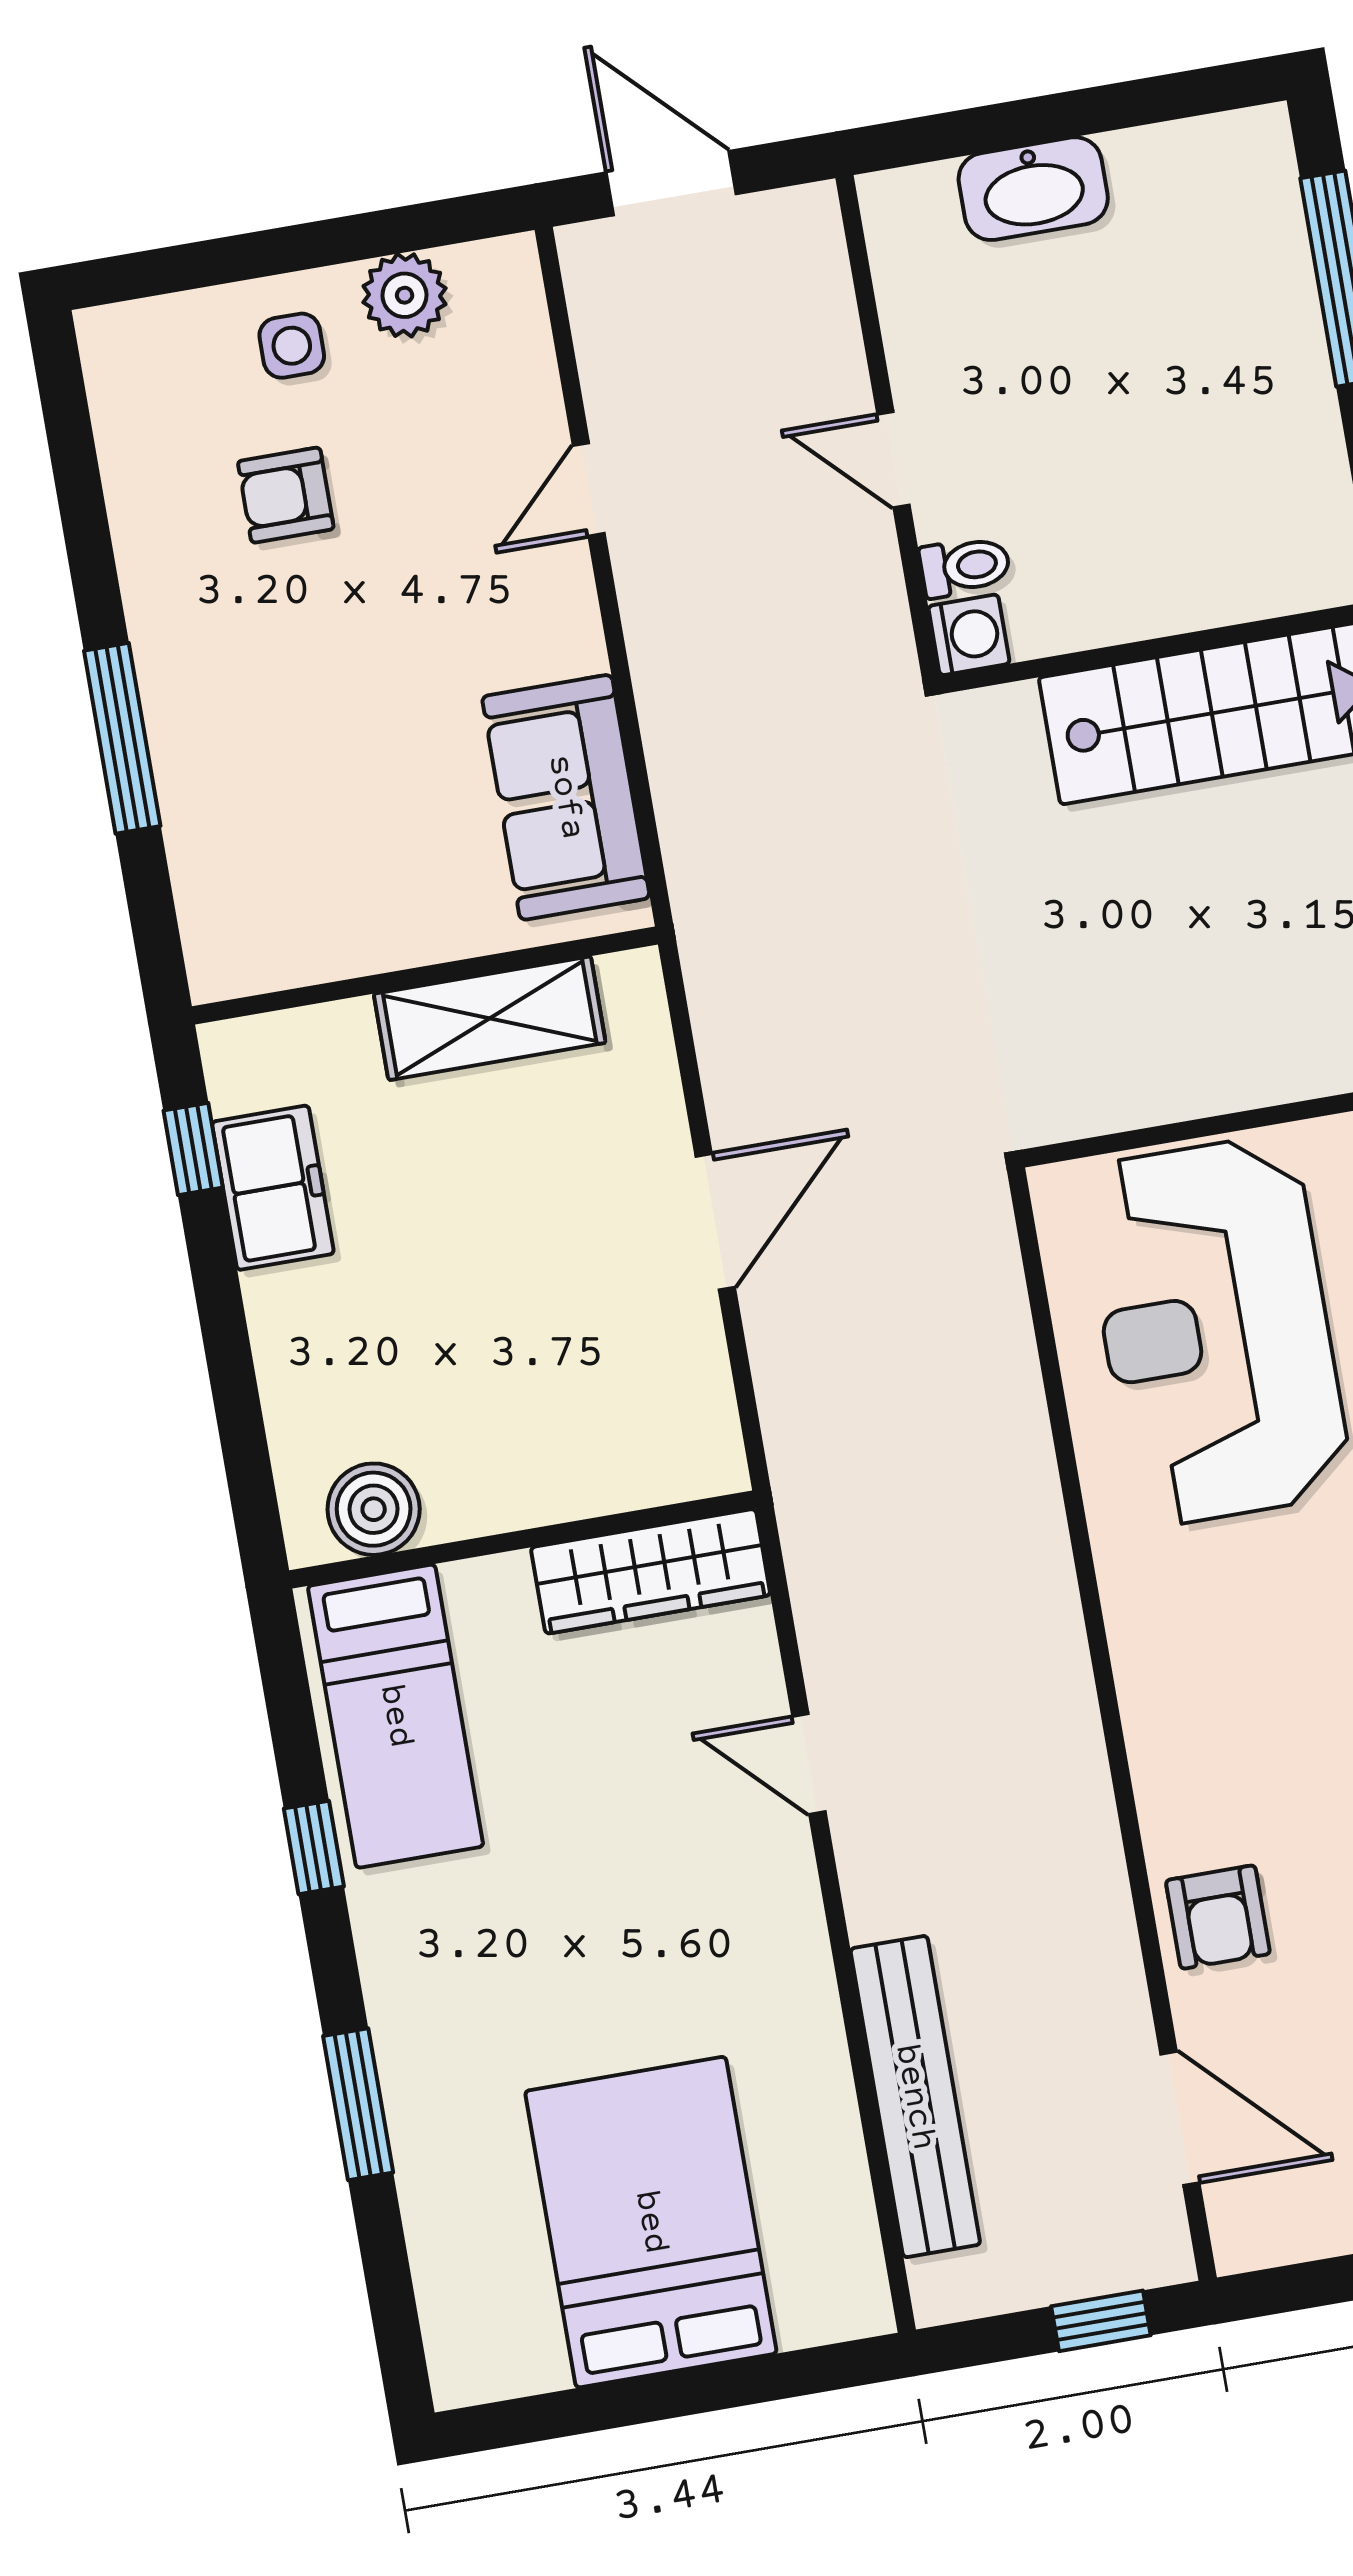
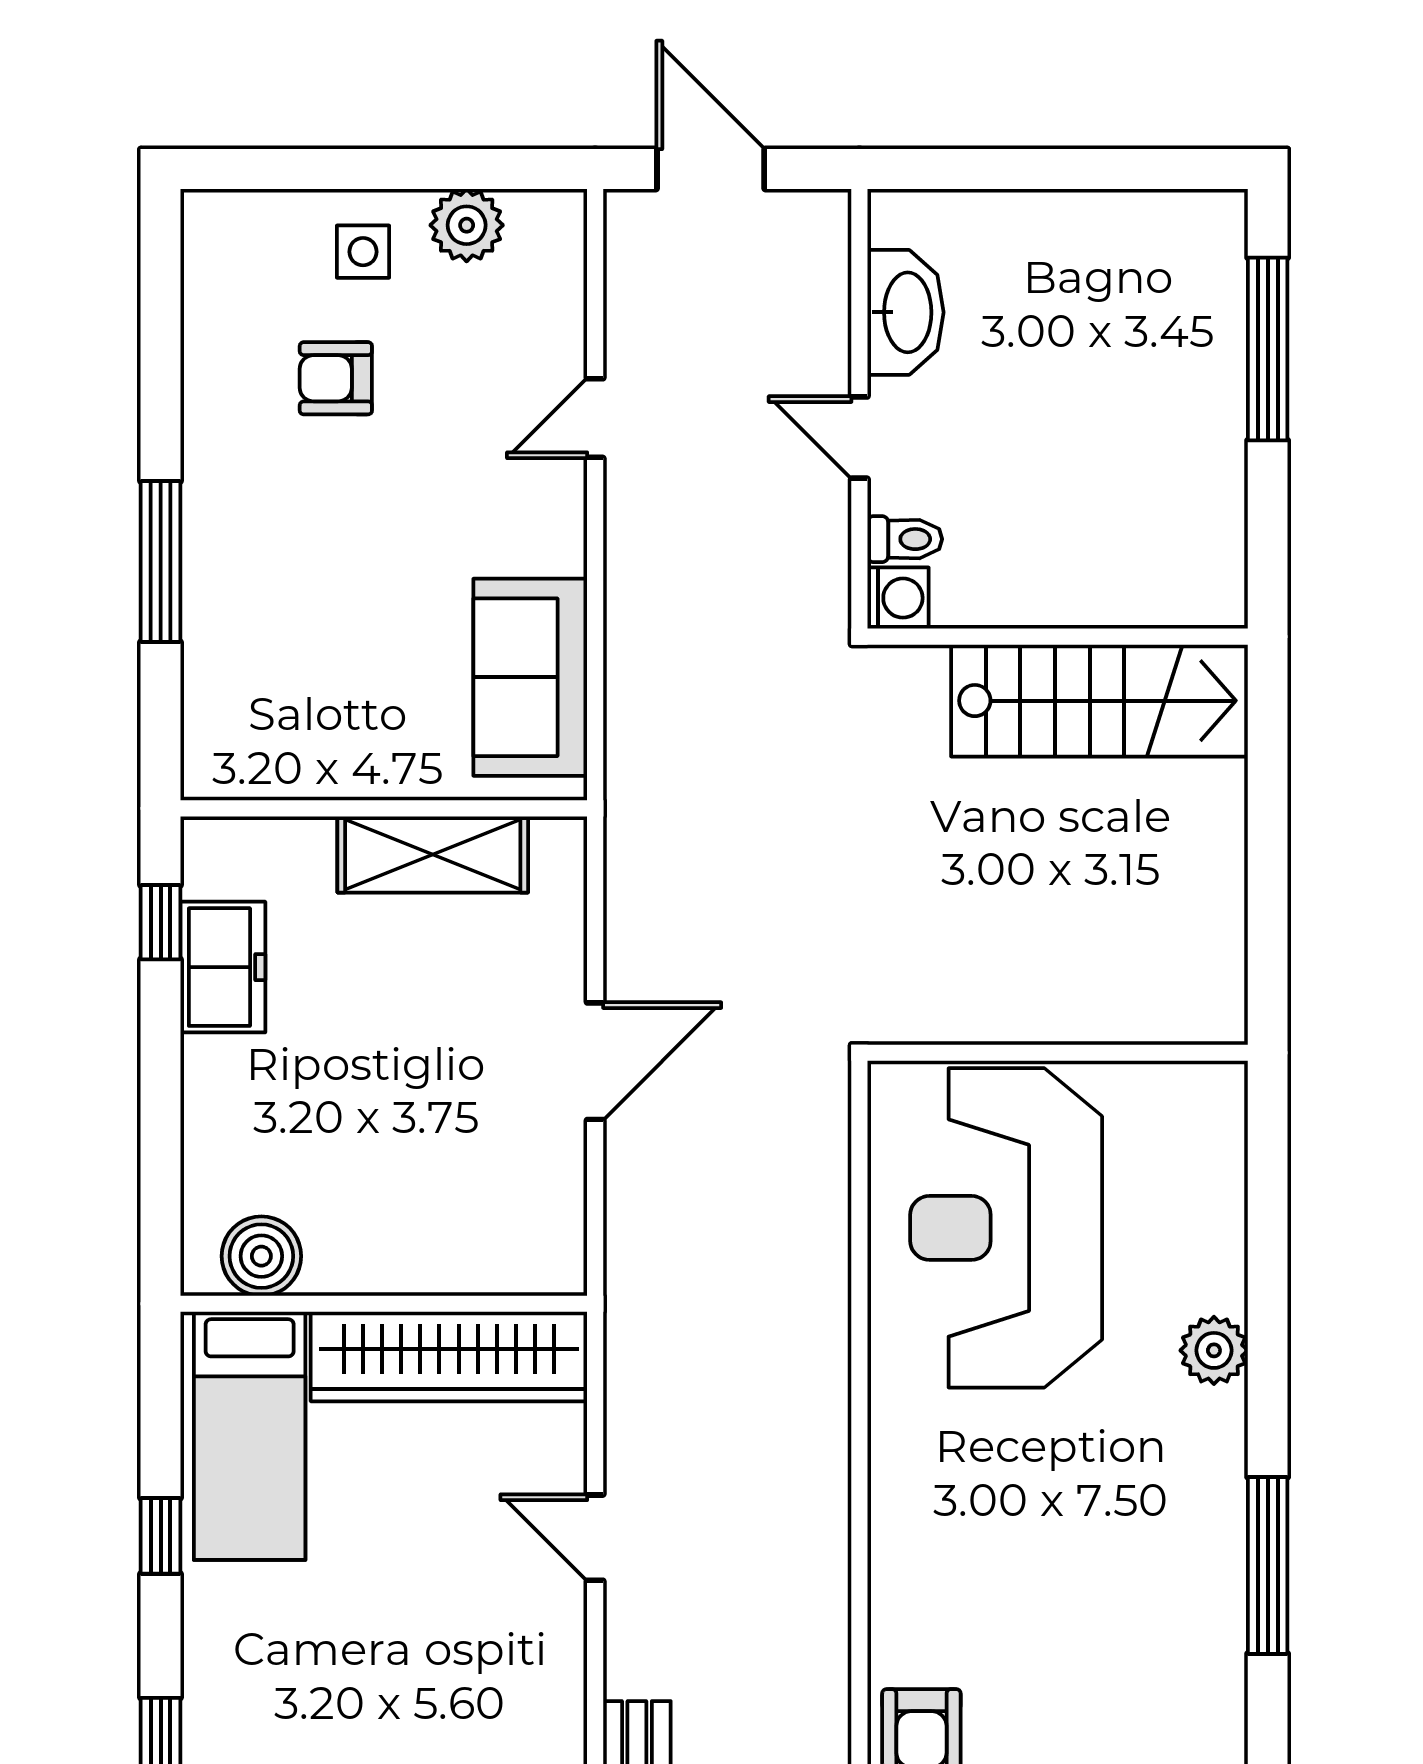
washbasin: (1033, 189) -> (905, 312), moved, turned -90
wardrobe: (651, 1571) -> (449, 1356), width x1.40, depth x1.17

